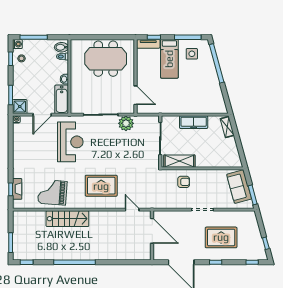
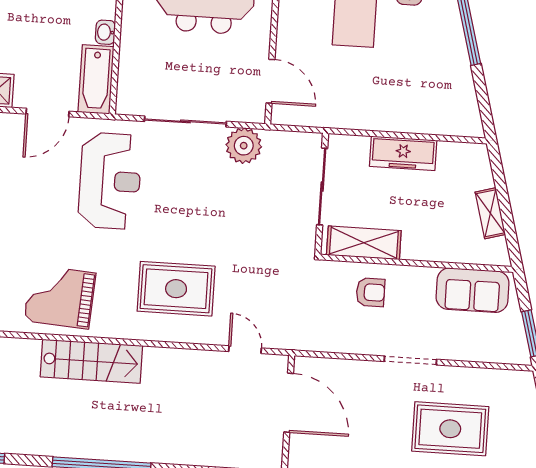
shelving: (227, 127) -> (490, 213), moved
sofa: (239, 187) -> (473, 290), moved, turned -75

